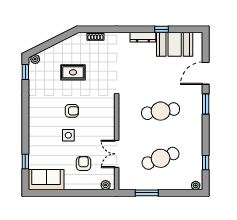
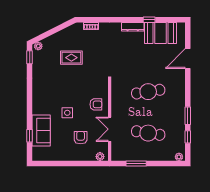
window: (206, 104) -> (188, 116), moved
armchair: (72, 111) -> (96, 104), moved
cafe table: (161, 158) -> (148, 133), turned 30
sofa: (46, 180) -> (41, 130), moved, turned 90

